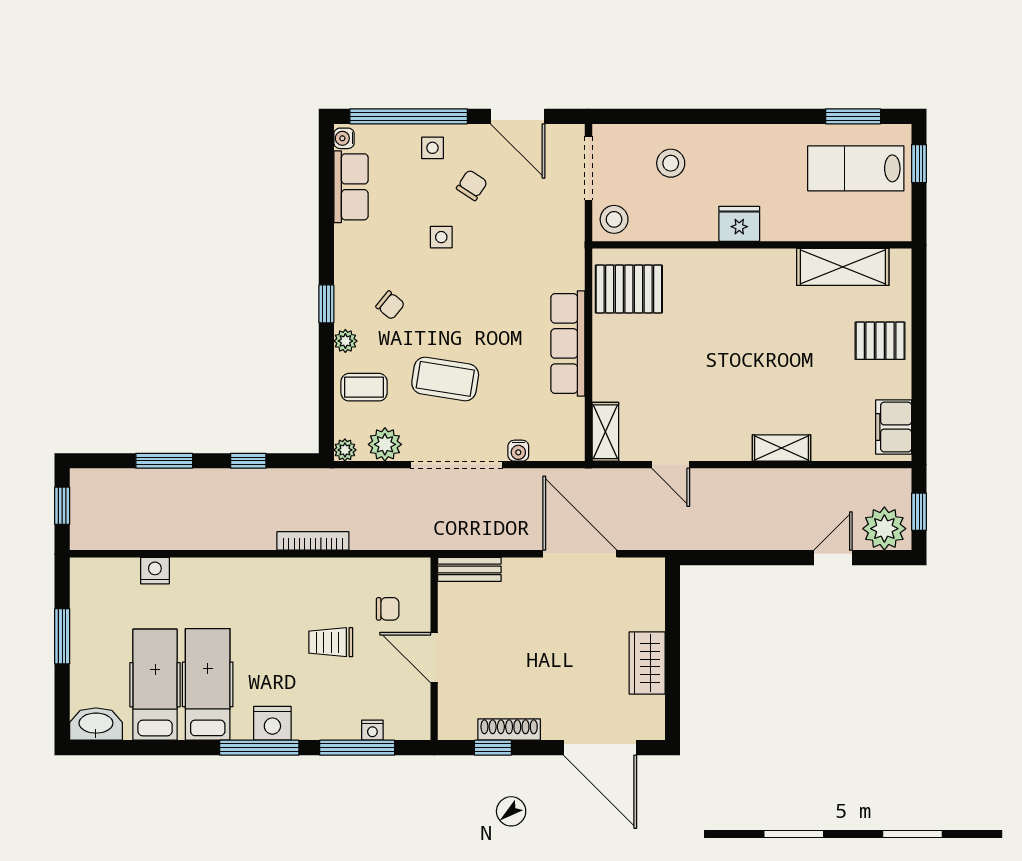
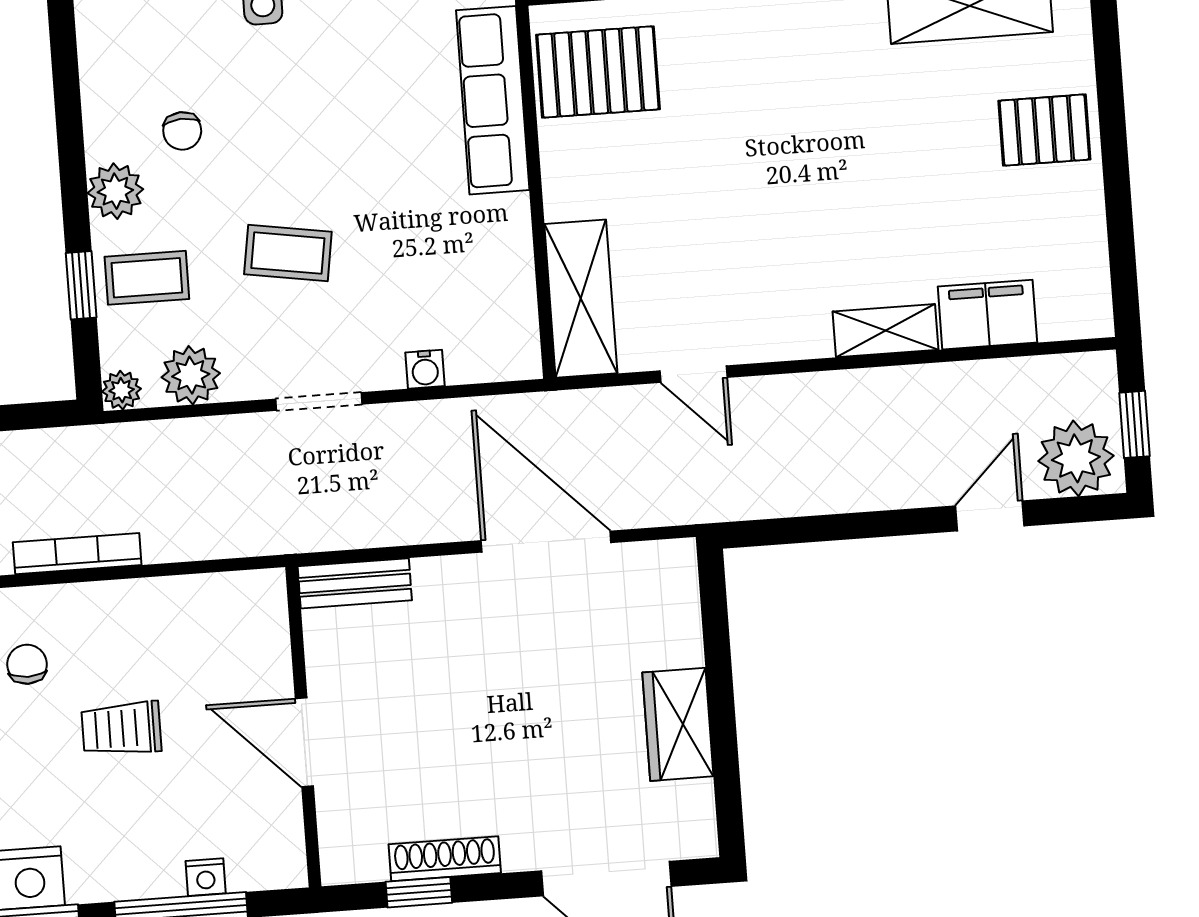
window: (326, 304) -> (81, 285), moved
chair: (390, 305) -> (182, 131), turned 48
plant: (345, 341) -> (115, 191), width x1.38, depth x1.38
row of seats: (568, 343) -> (493, 100), moved
coffee table: (445, 379) -> (288, 253), width x0.73, depth x0.77
filing cabinet: (894, 427) -> (987, 315), moved, turned 90
shelving: (605, 432) -> (581, 299), width x1.50, depth x1.33
doorway: (457, 465) -> (319, 402), width x0.53
chair: (388, 609) -> (27, 664), moved, turned -90

